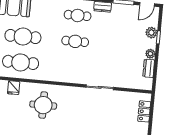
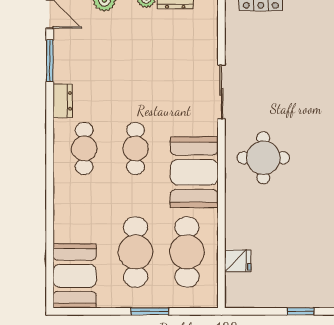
booth: (60, 70) -> (194, 172), added
round table: (43, 105) -> (263, 158), moved

